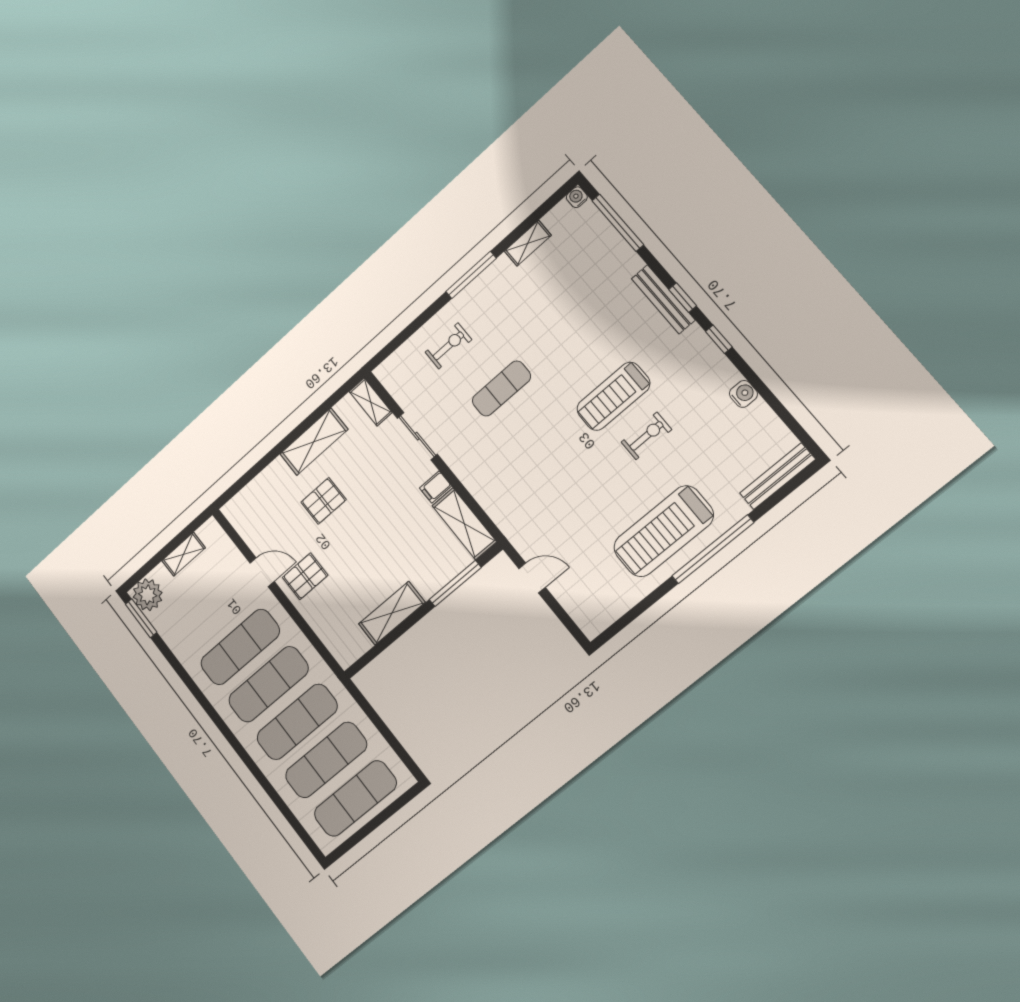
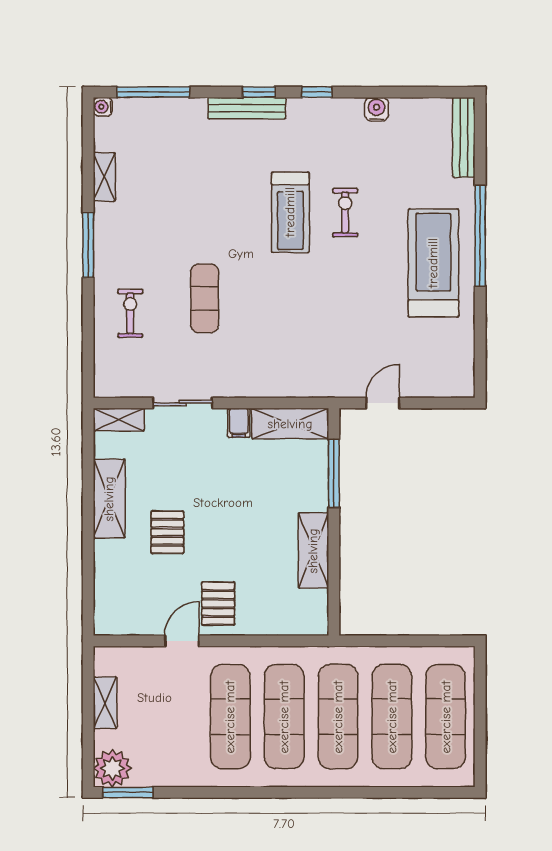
treadmill: (663, 531) -> (433, 263), turned 180

